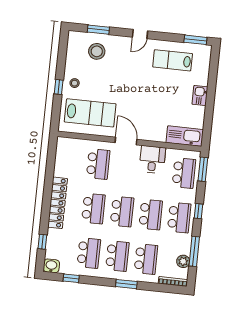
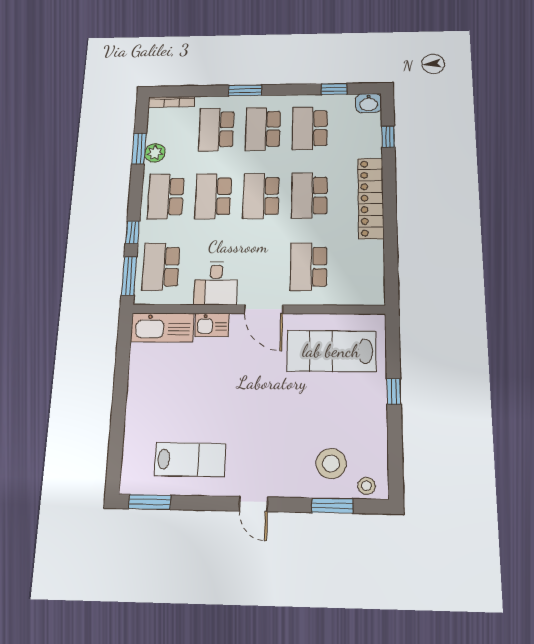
door: (140, 34) -> (253, 504), swing flipped
stool: (75, 83) -> (366, 486), moved
kitchen sink: (200, 96) -> (212, 325), moved, turned 90
window: (198, 211) -> (132, 233), moved
window: (194, 251) -> (139, 149), width x0.69
plant: (183, 261) -> (155, 153), moved

